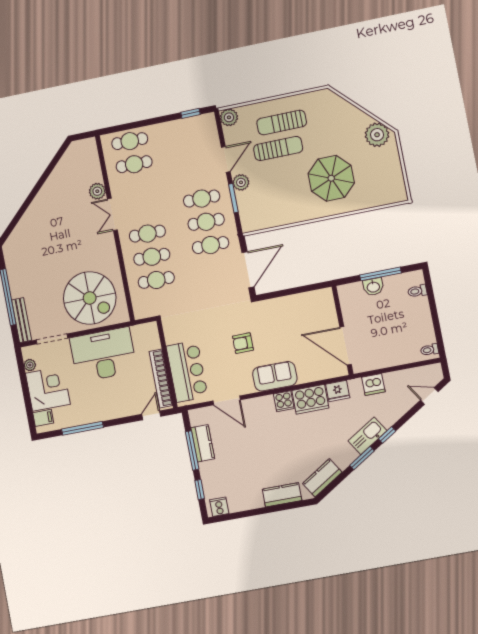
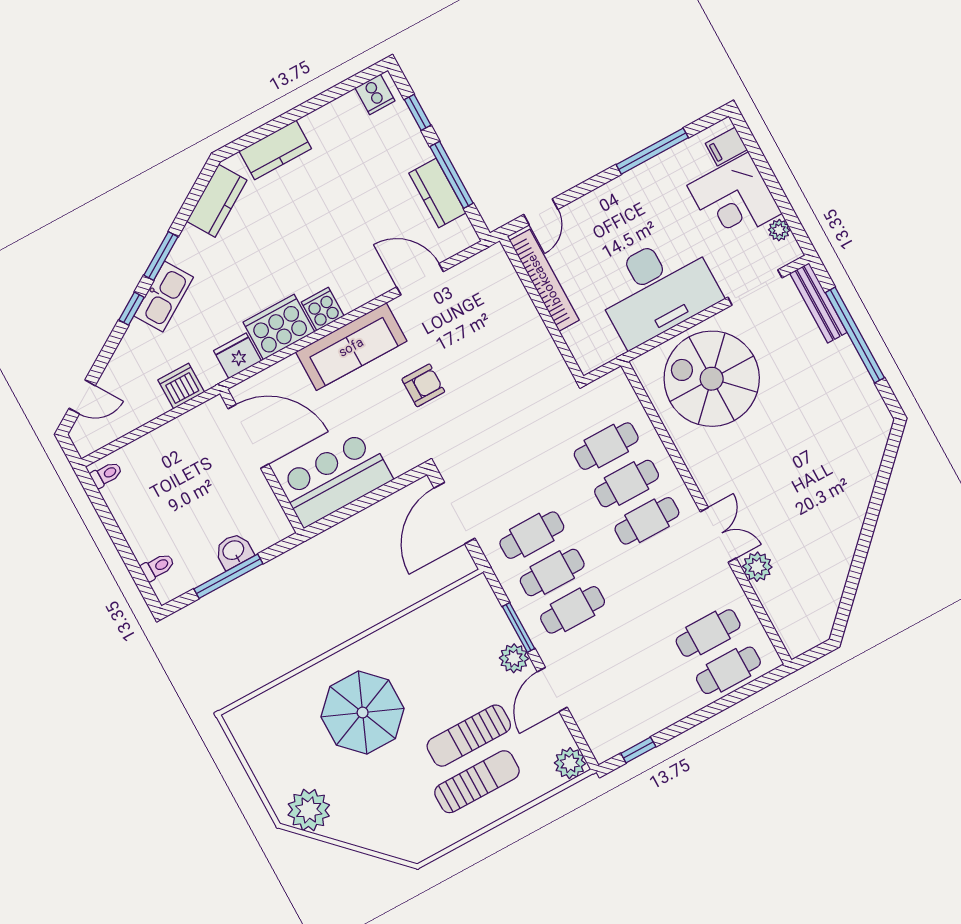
bar counter: (187, 371) -> (335, 479), moved, turned 90
sofa: (275, 376) -> (351, 347), width x1.36

